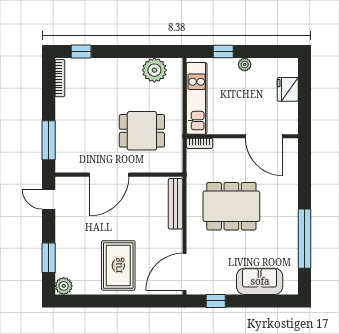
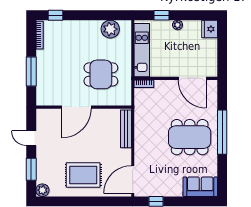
fridge: (288, 89) -> (210, 29), moved
window: (49, 140) -> (31, 72), moved
door: (49, 199) -> (31, 138), moved
dining table: (231, 206) -> (190, 137), moved
window: (304, 239) -> (222, 132), moved
rug: (118, 265) -> (83, 175), turned 90
sofa: (260, 281) -> (200, 187), moved

